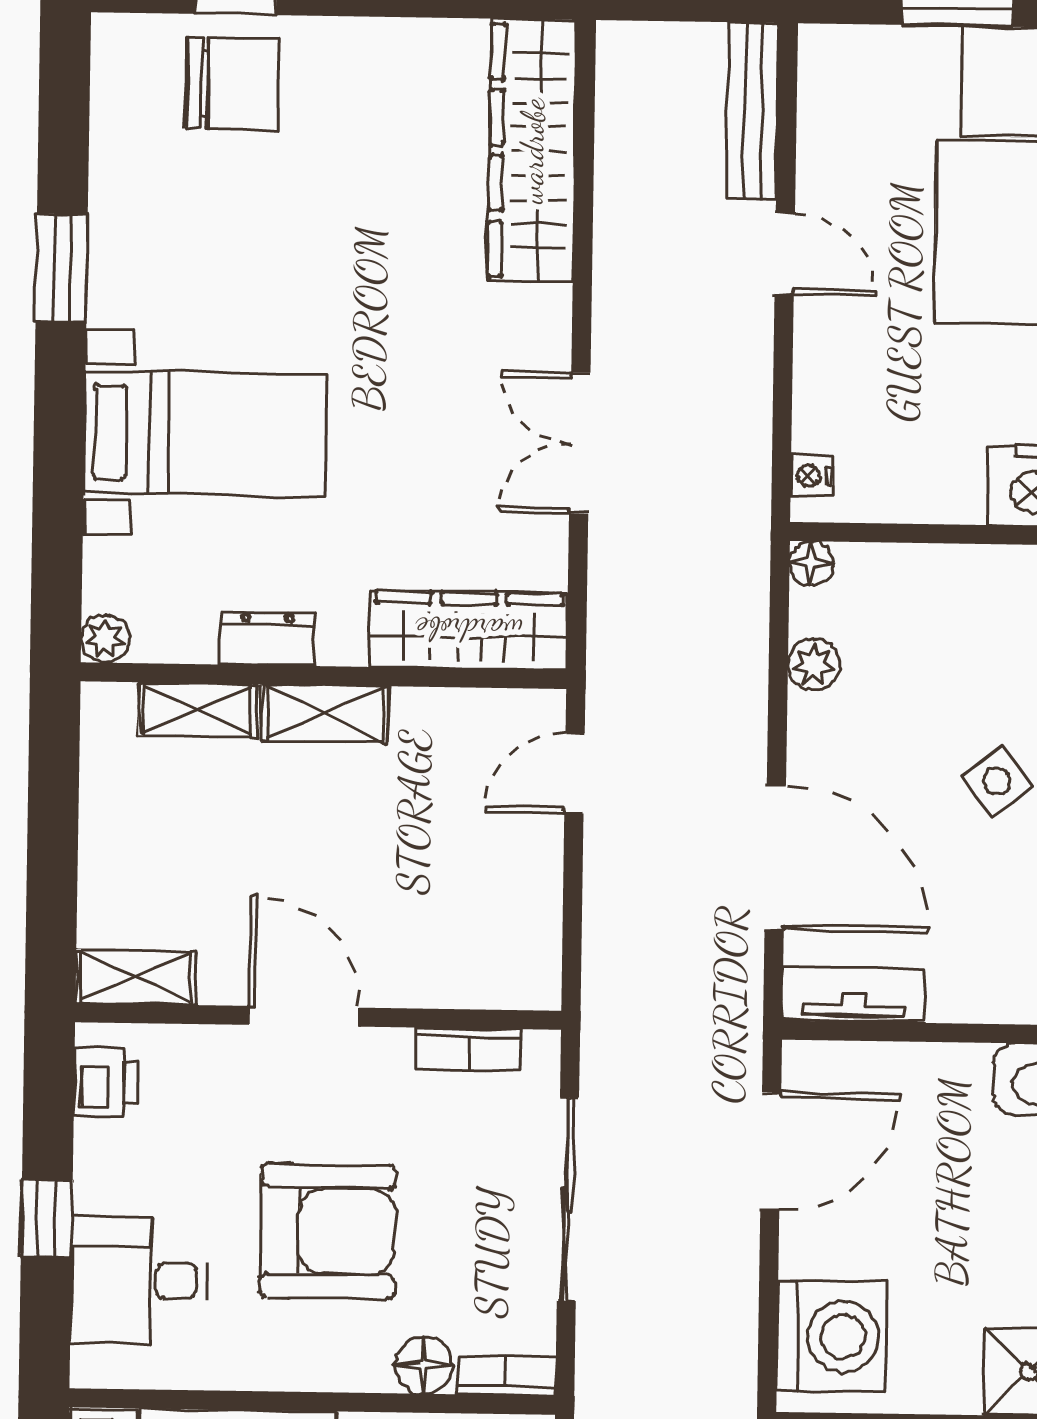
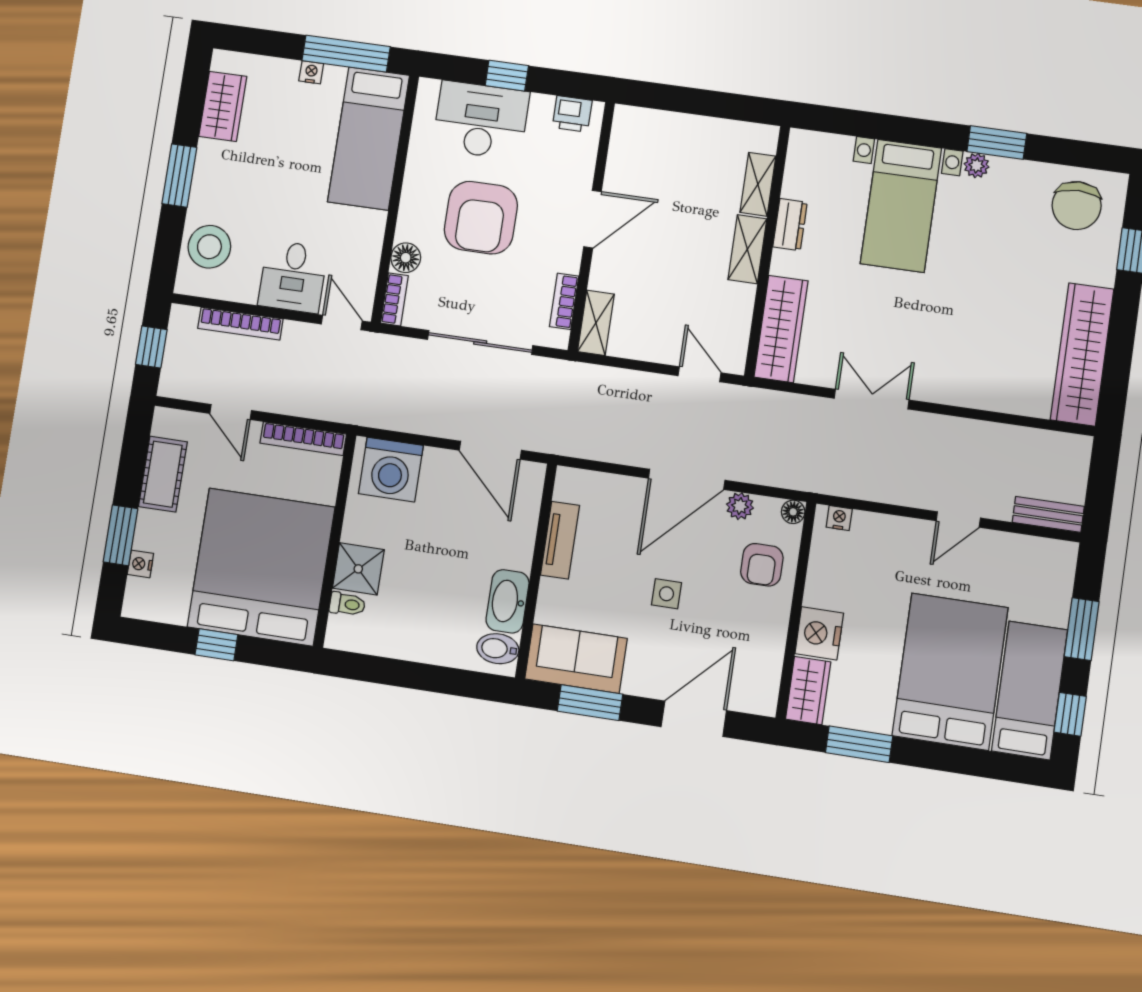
chair: (233, 83) -> (1077, 206), moved
bench: (753, 111) -> (1048, 514), width x0.73
wardrobe: (532, 151) -> (1082, 354), moved, turned -90
armchair: (919, 609) -> (762, 565), added
plant: (105, 639) -> (977, 165), moved
side table: (997, 781) -> (666, 594), turned 38
door: (775, 858) -> (687, 479), moved
shelving: (136, 977) -> (596, 323), moved
tv unit: (854, 995) -> (560, 540), moved
desk: (139, 1280) -> (481, 120), width x1.37

